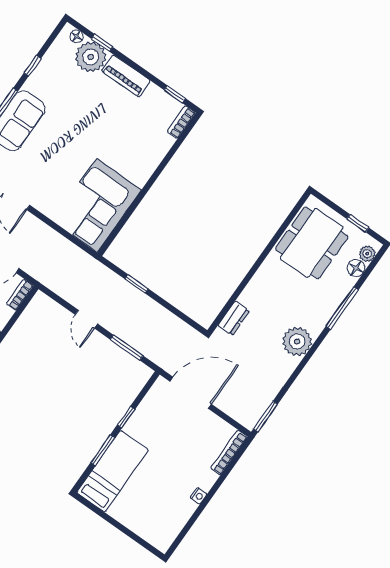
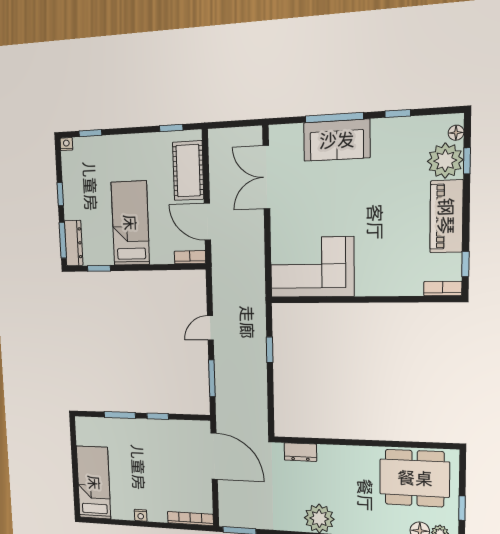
piano: (126, 76) -> (446, 216), width x1.37, depth x1.33
bed: (113, 471) -> (94, 483), moved, turned -90

